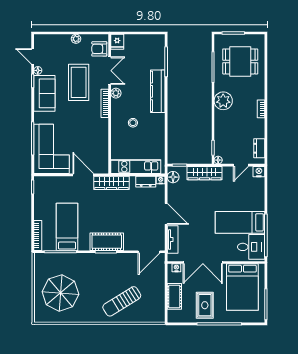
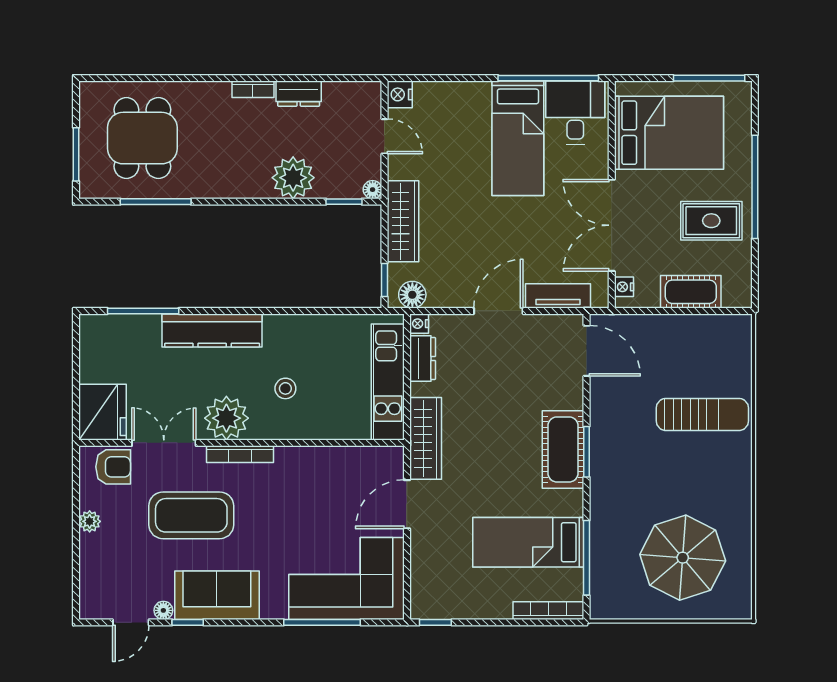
fridge: (117, 42) -> (102, 412), width x1.88, depth x1.34
armchair: (99, 49) -> (113, 467), turned -90
plant: (116, 93) -> (226, 418), width x1.88, depth x1.88
plant: (223, 101) -> (293, 178), moved
dresser: (259, 148) -> (299, 94), moved
double door: (203, 263) -> (612, 225), swing flipped
sun lounger: (122, 301) -> (702, 414), turned -58

